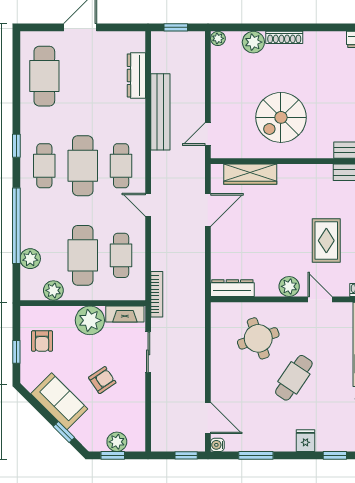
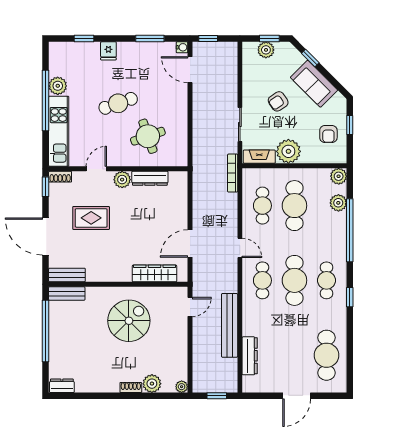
shoe rack: (284, 37) -> (131, 387), width x0.70
rug: (326, 241) -> (91, 218), turned 90
dresser: (232, 288) -> (150, 178), moved
plant: (53, 290) -> (339, 176), moved
door: (320, 299) -> (96, 169), swing flipped
armchair: (42, 341) -> (328, 134), turned 180
cafe table: (294, 378) -> (118, 103), turned 37

